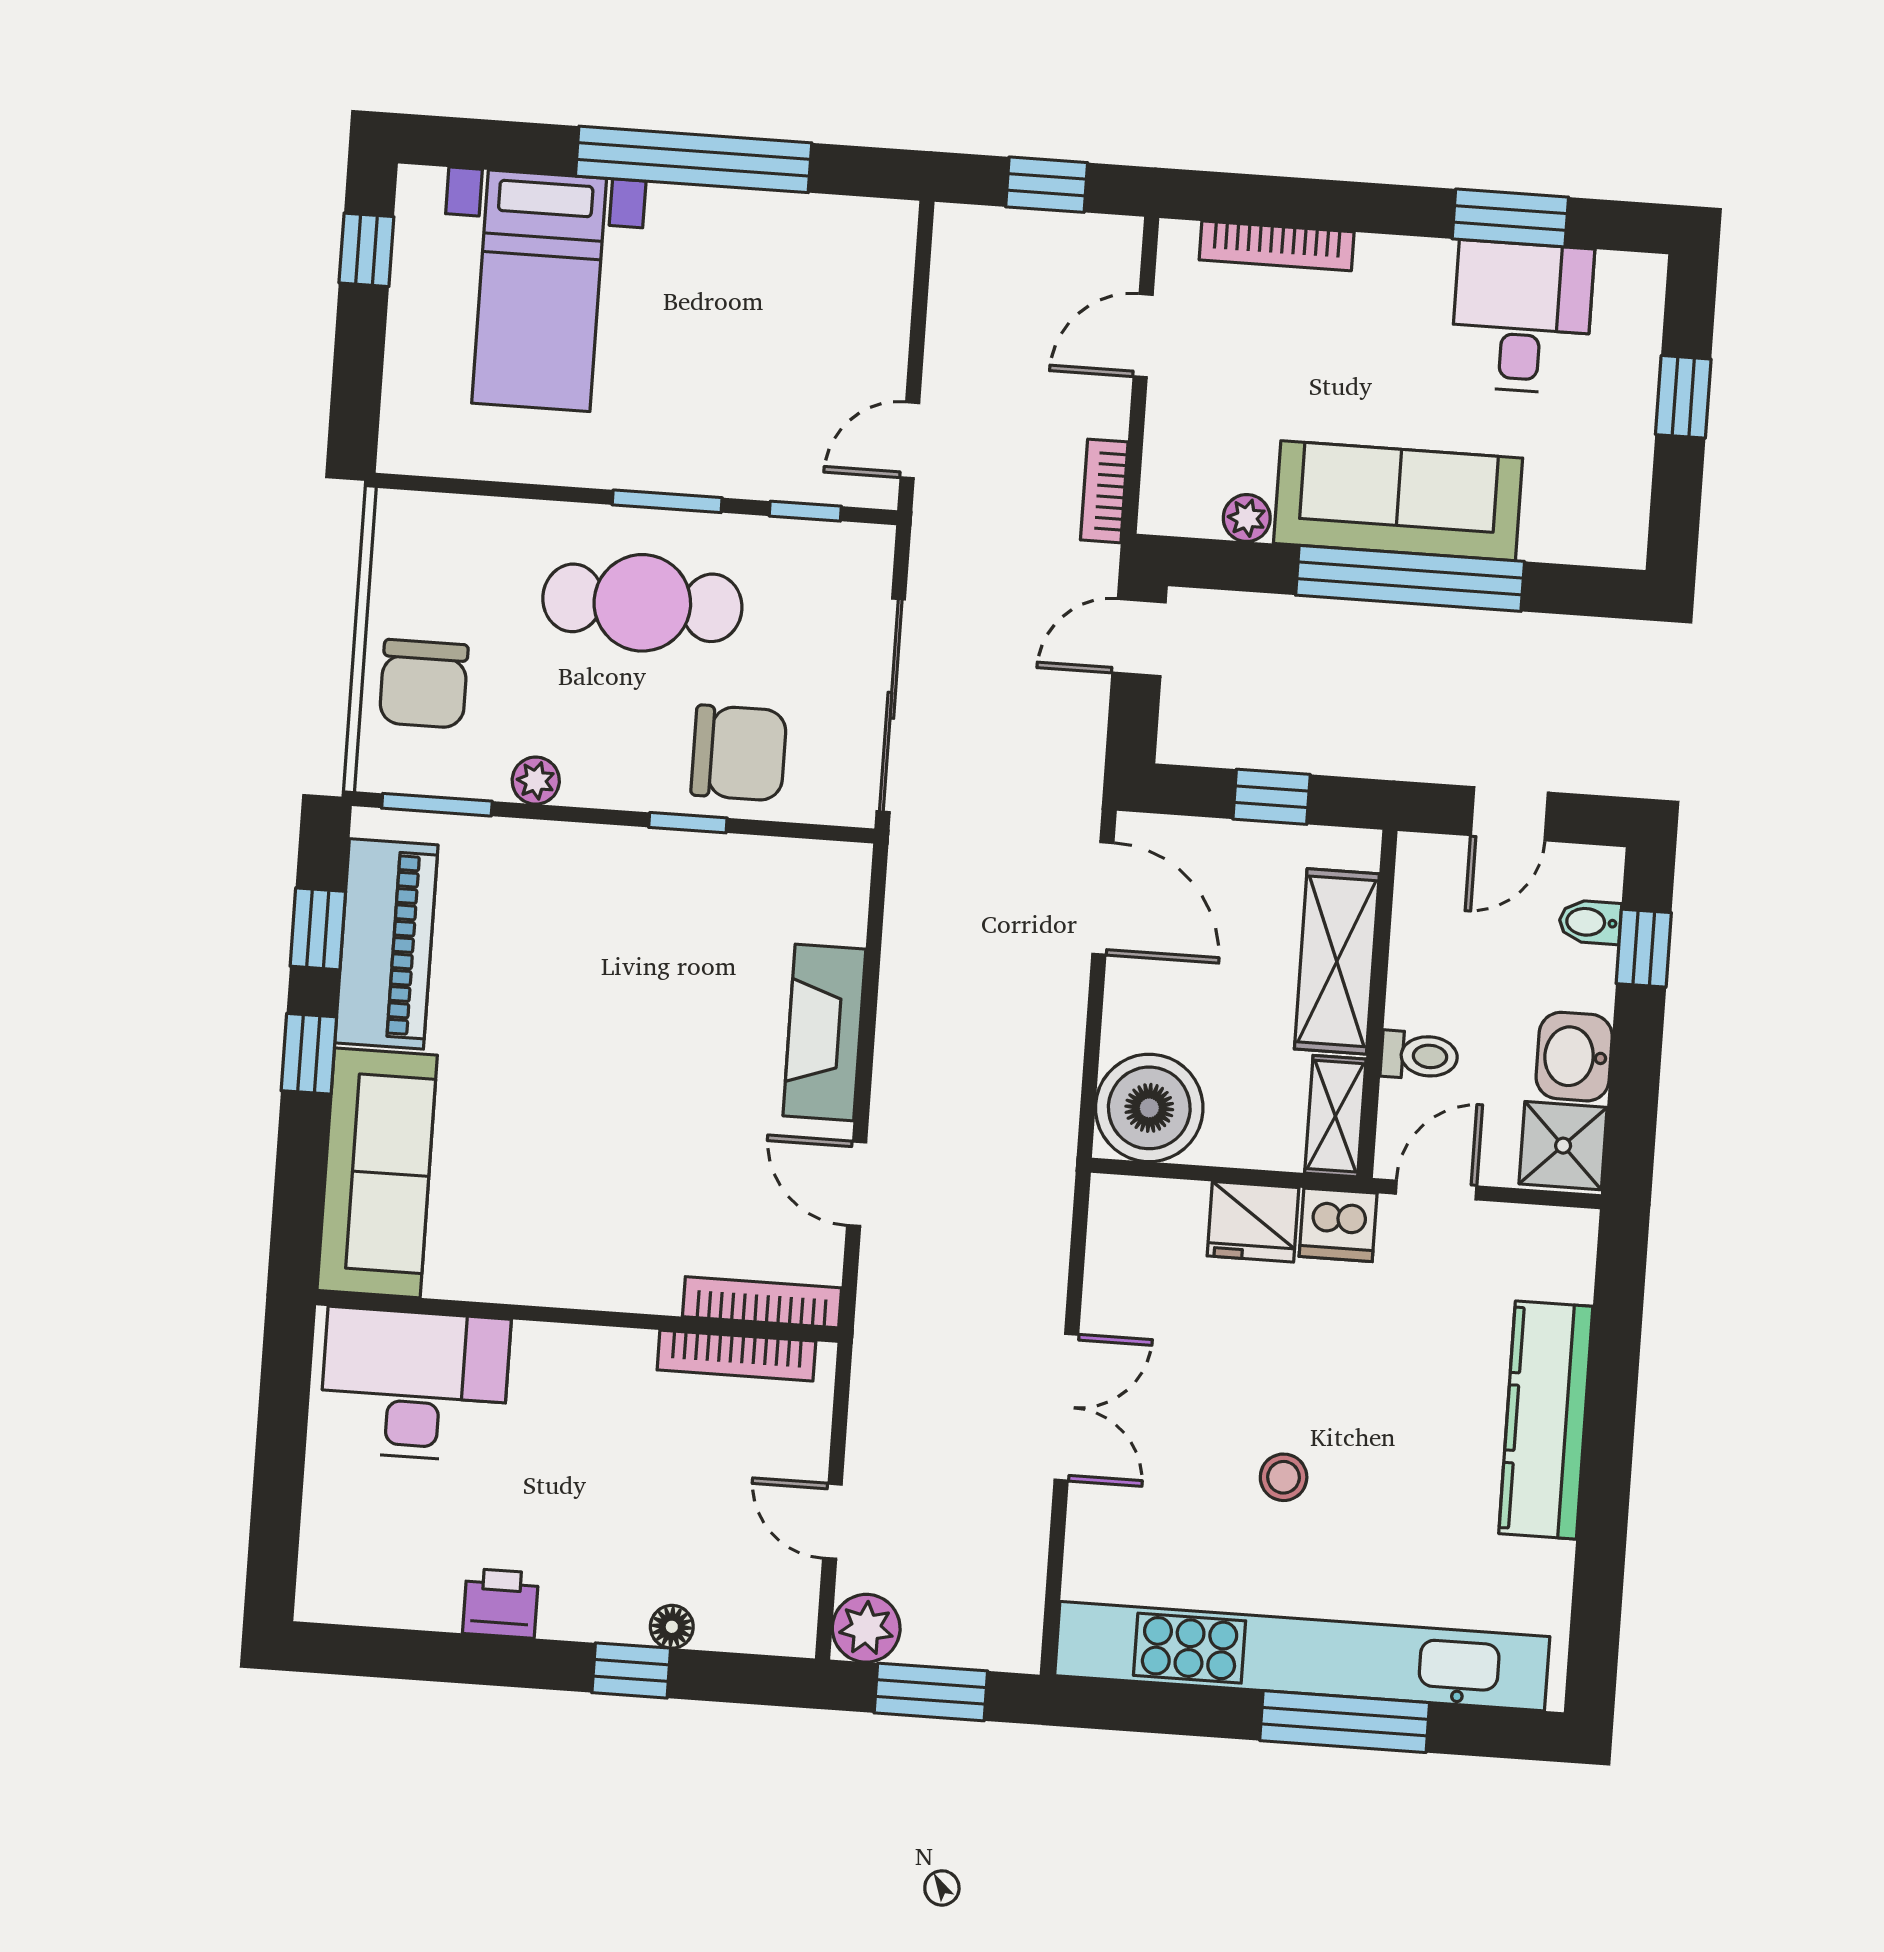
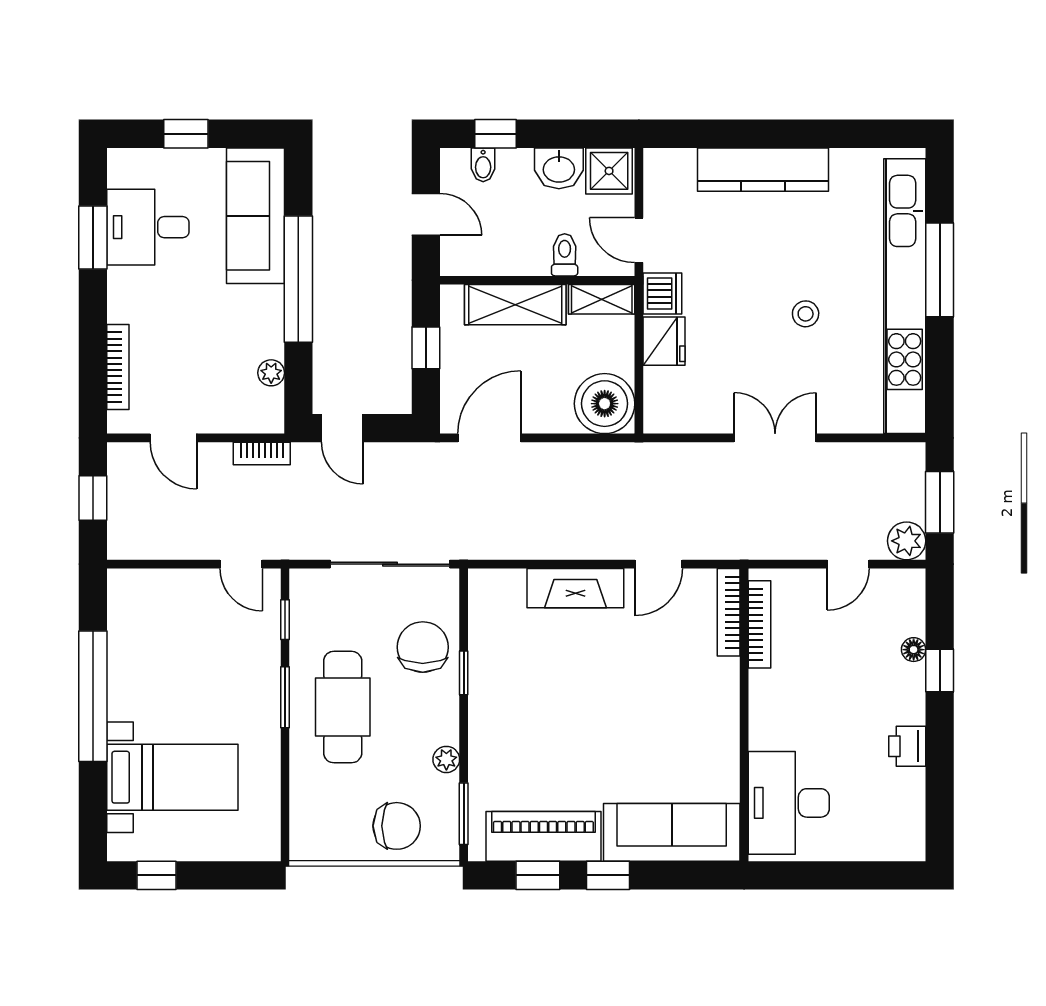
sofa: (1398, 501) -> (255, 216), moved

